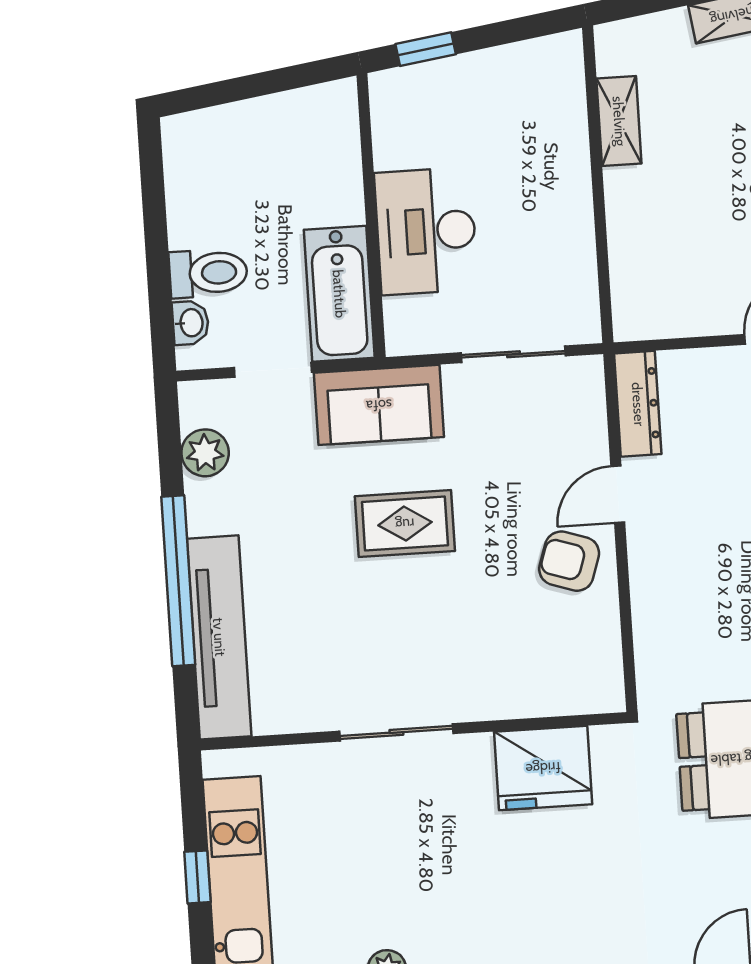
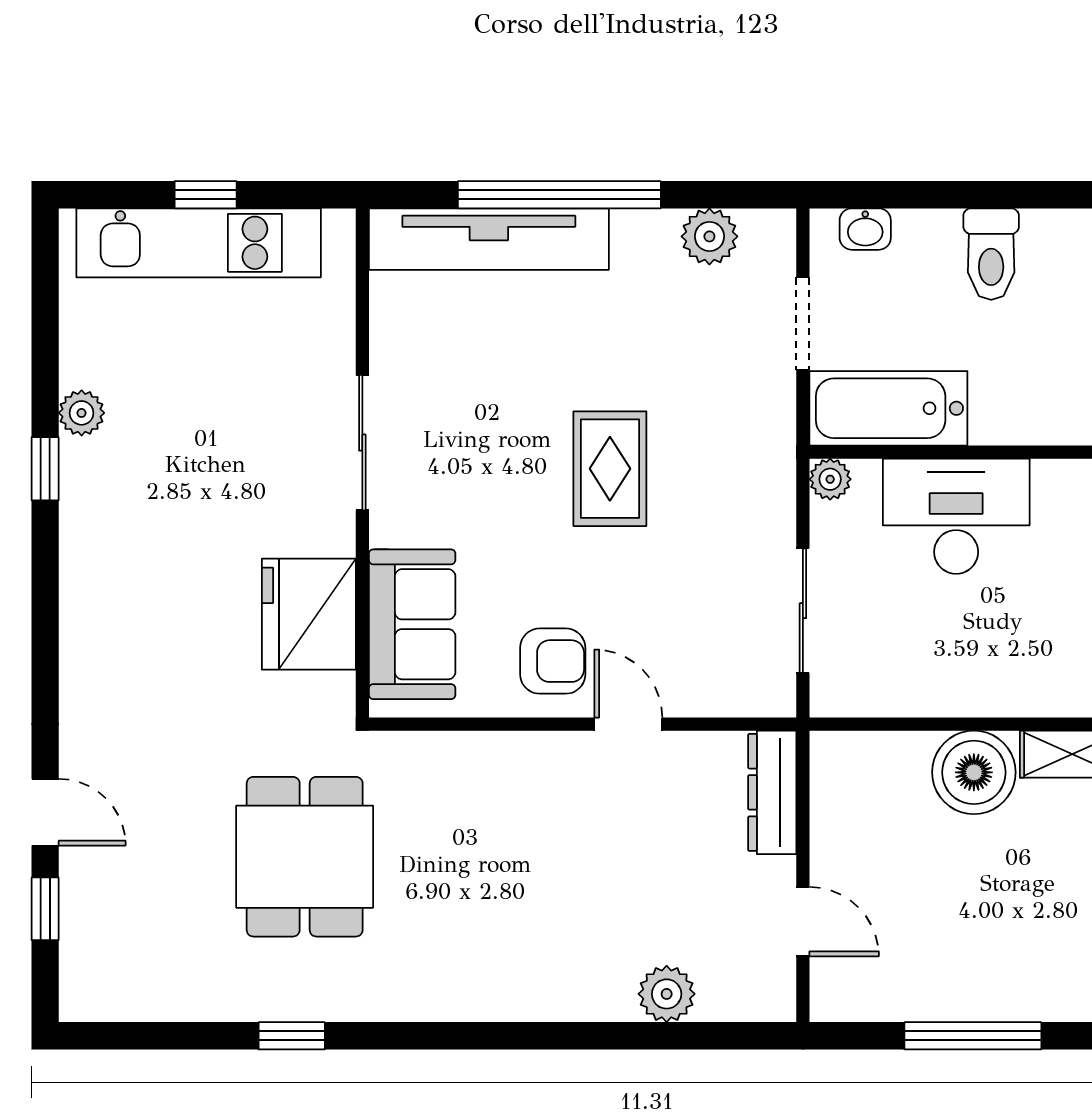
boiler: (640, 202) -> (974, 772), added
toilet: (208, 273) -> (991, 254), moved
plant: (402, 339) -> (830, 479), added
dresser: (638, 404) -> (772, 792), moved, turned 90
sofa: (379, 405) -> (412, 624), moved, turned 180
armchair: (569, 561) -> (553, 661), turned 72

